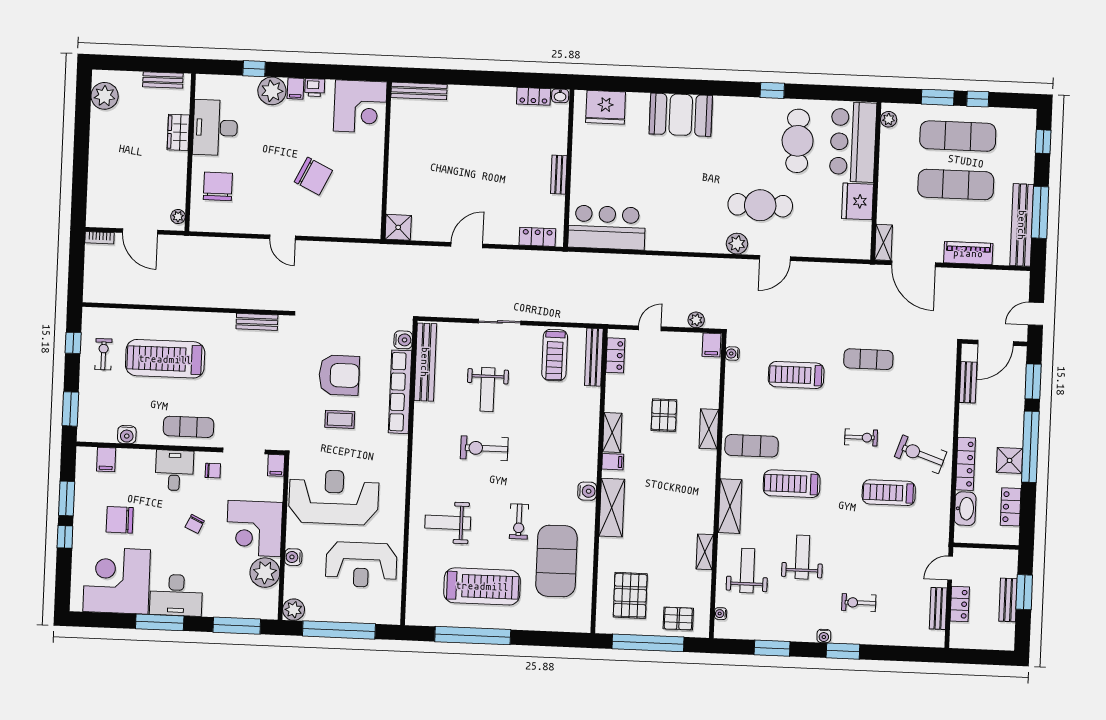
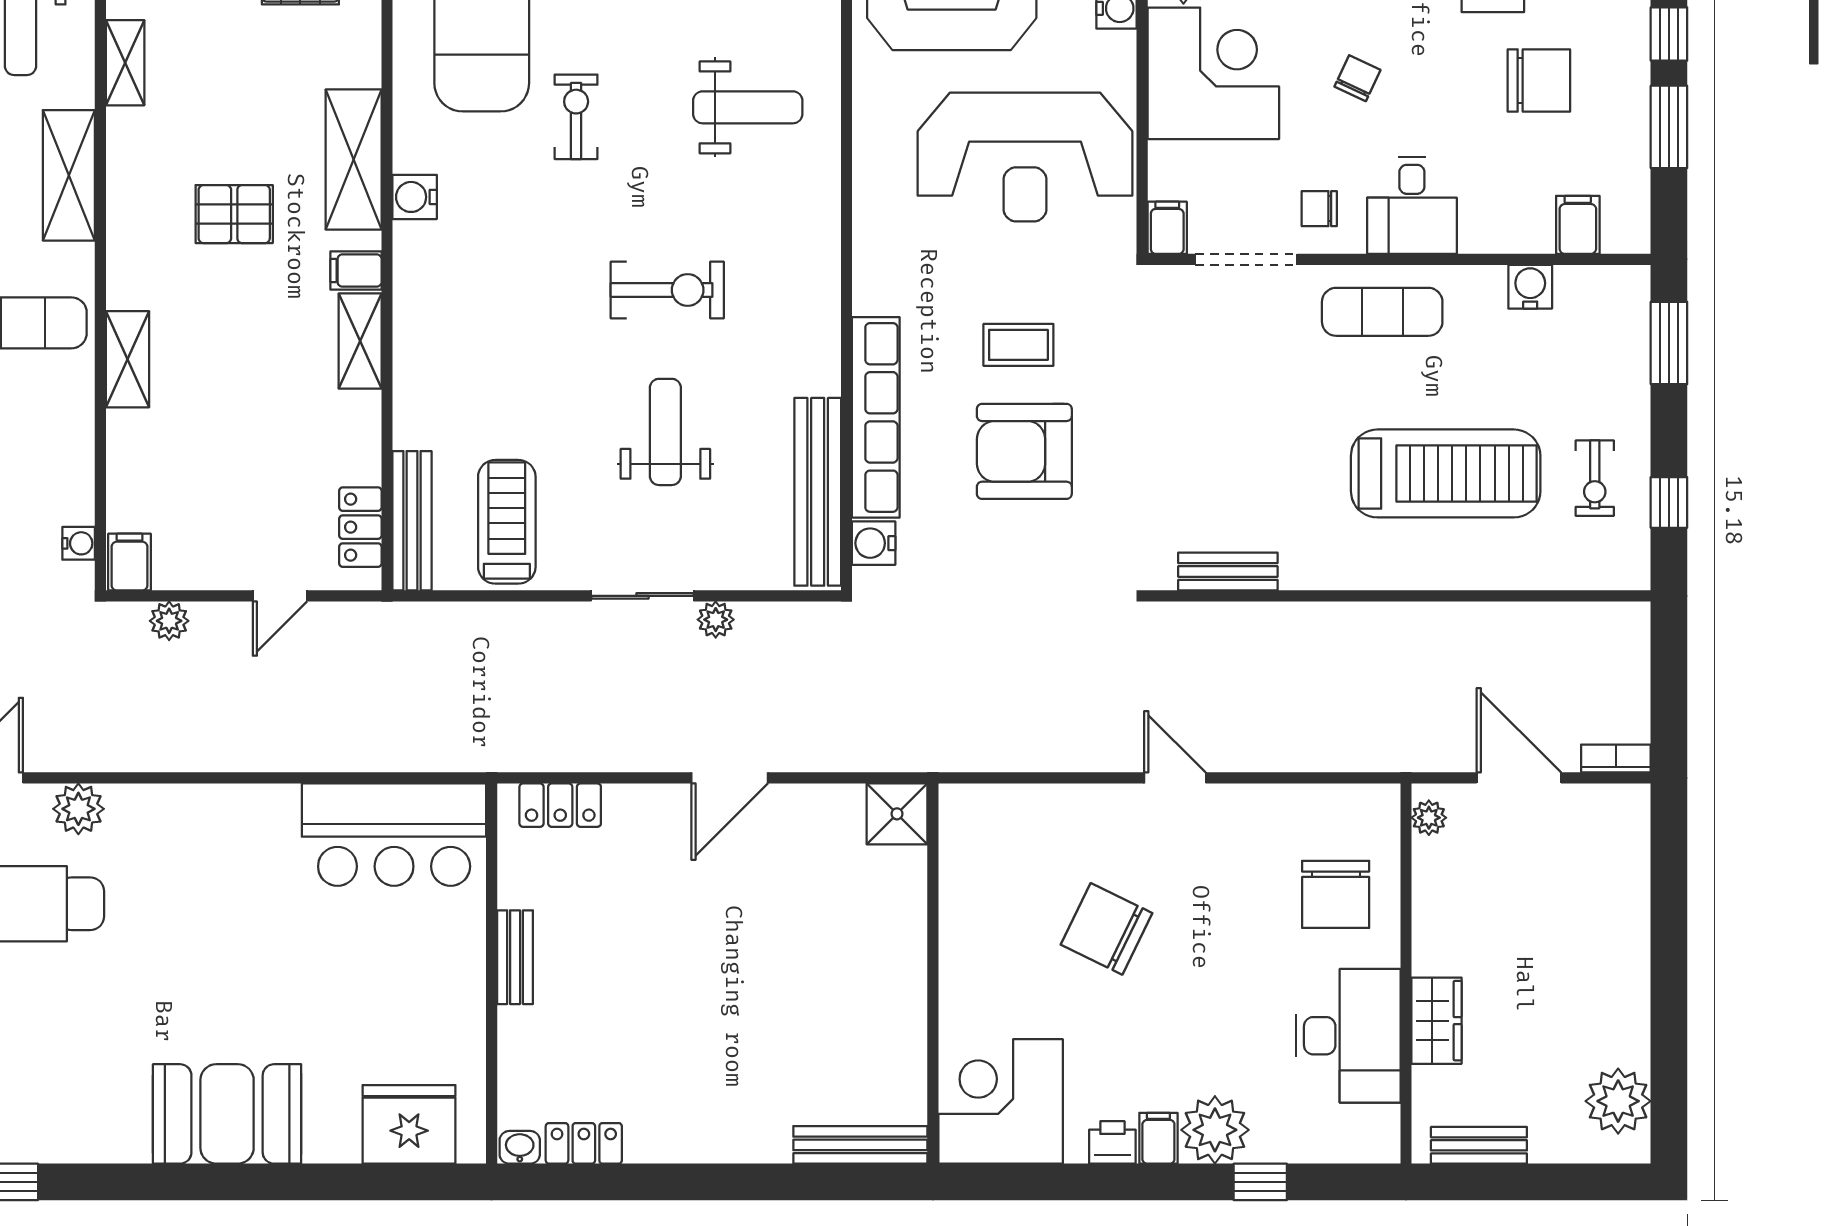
plant: (470, 311) -> (716, 620), added
pallet: (664, 415) -> (234, 214), moved, turned 90

